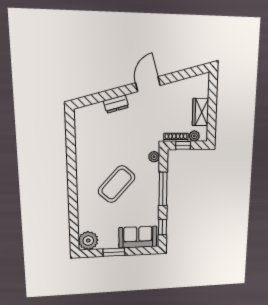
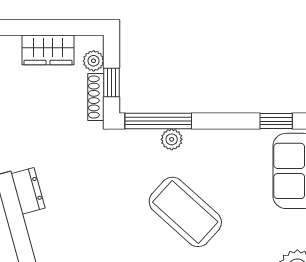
dresser: (116, 104) -> (28, 191), moved
plant: (154, 157) -> (172, 139), moved
window: (163, 189) -> (158, 121), moved

